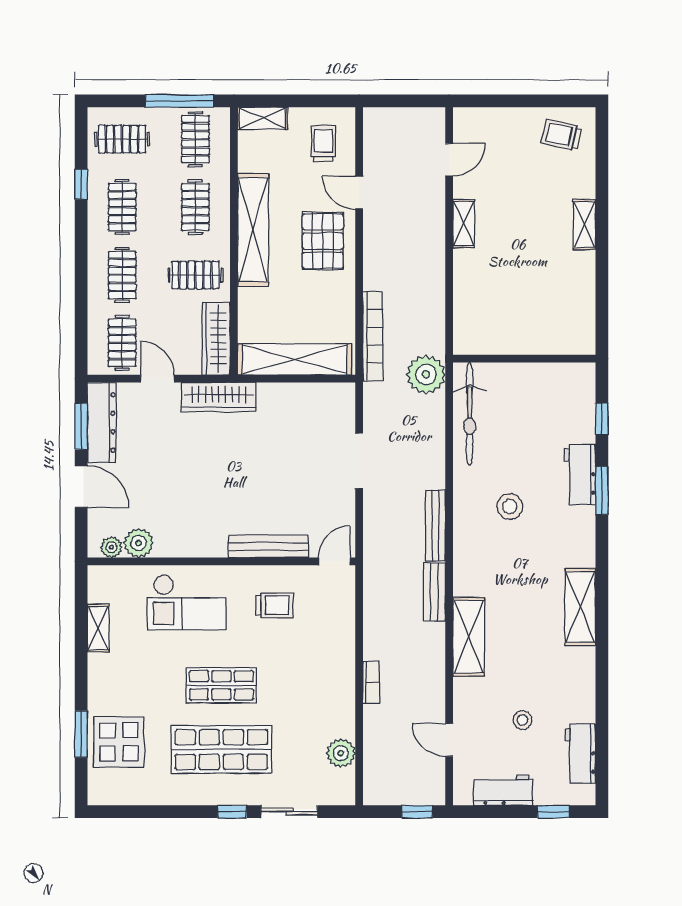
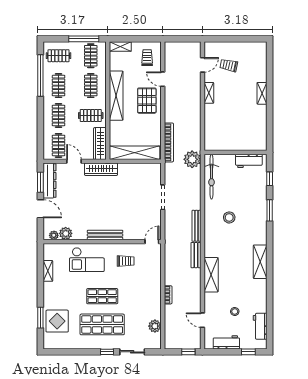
trolley: (561, 135) -> (229, 65), moved
window: (81, 184) -> (40, 76), width x3.17
workbench: (580, 474) -> (249, 161), moved, turned -90
bench: (268, 546) -> (105, 235), moved

